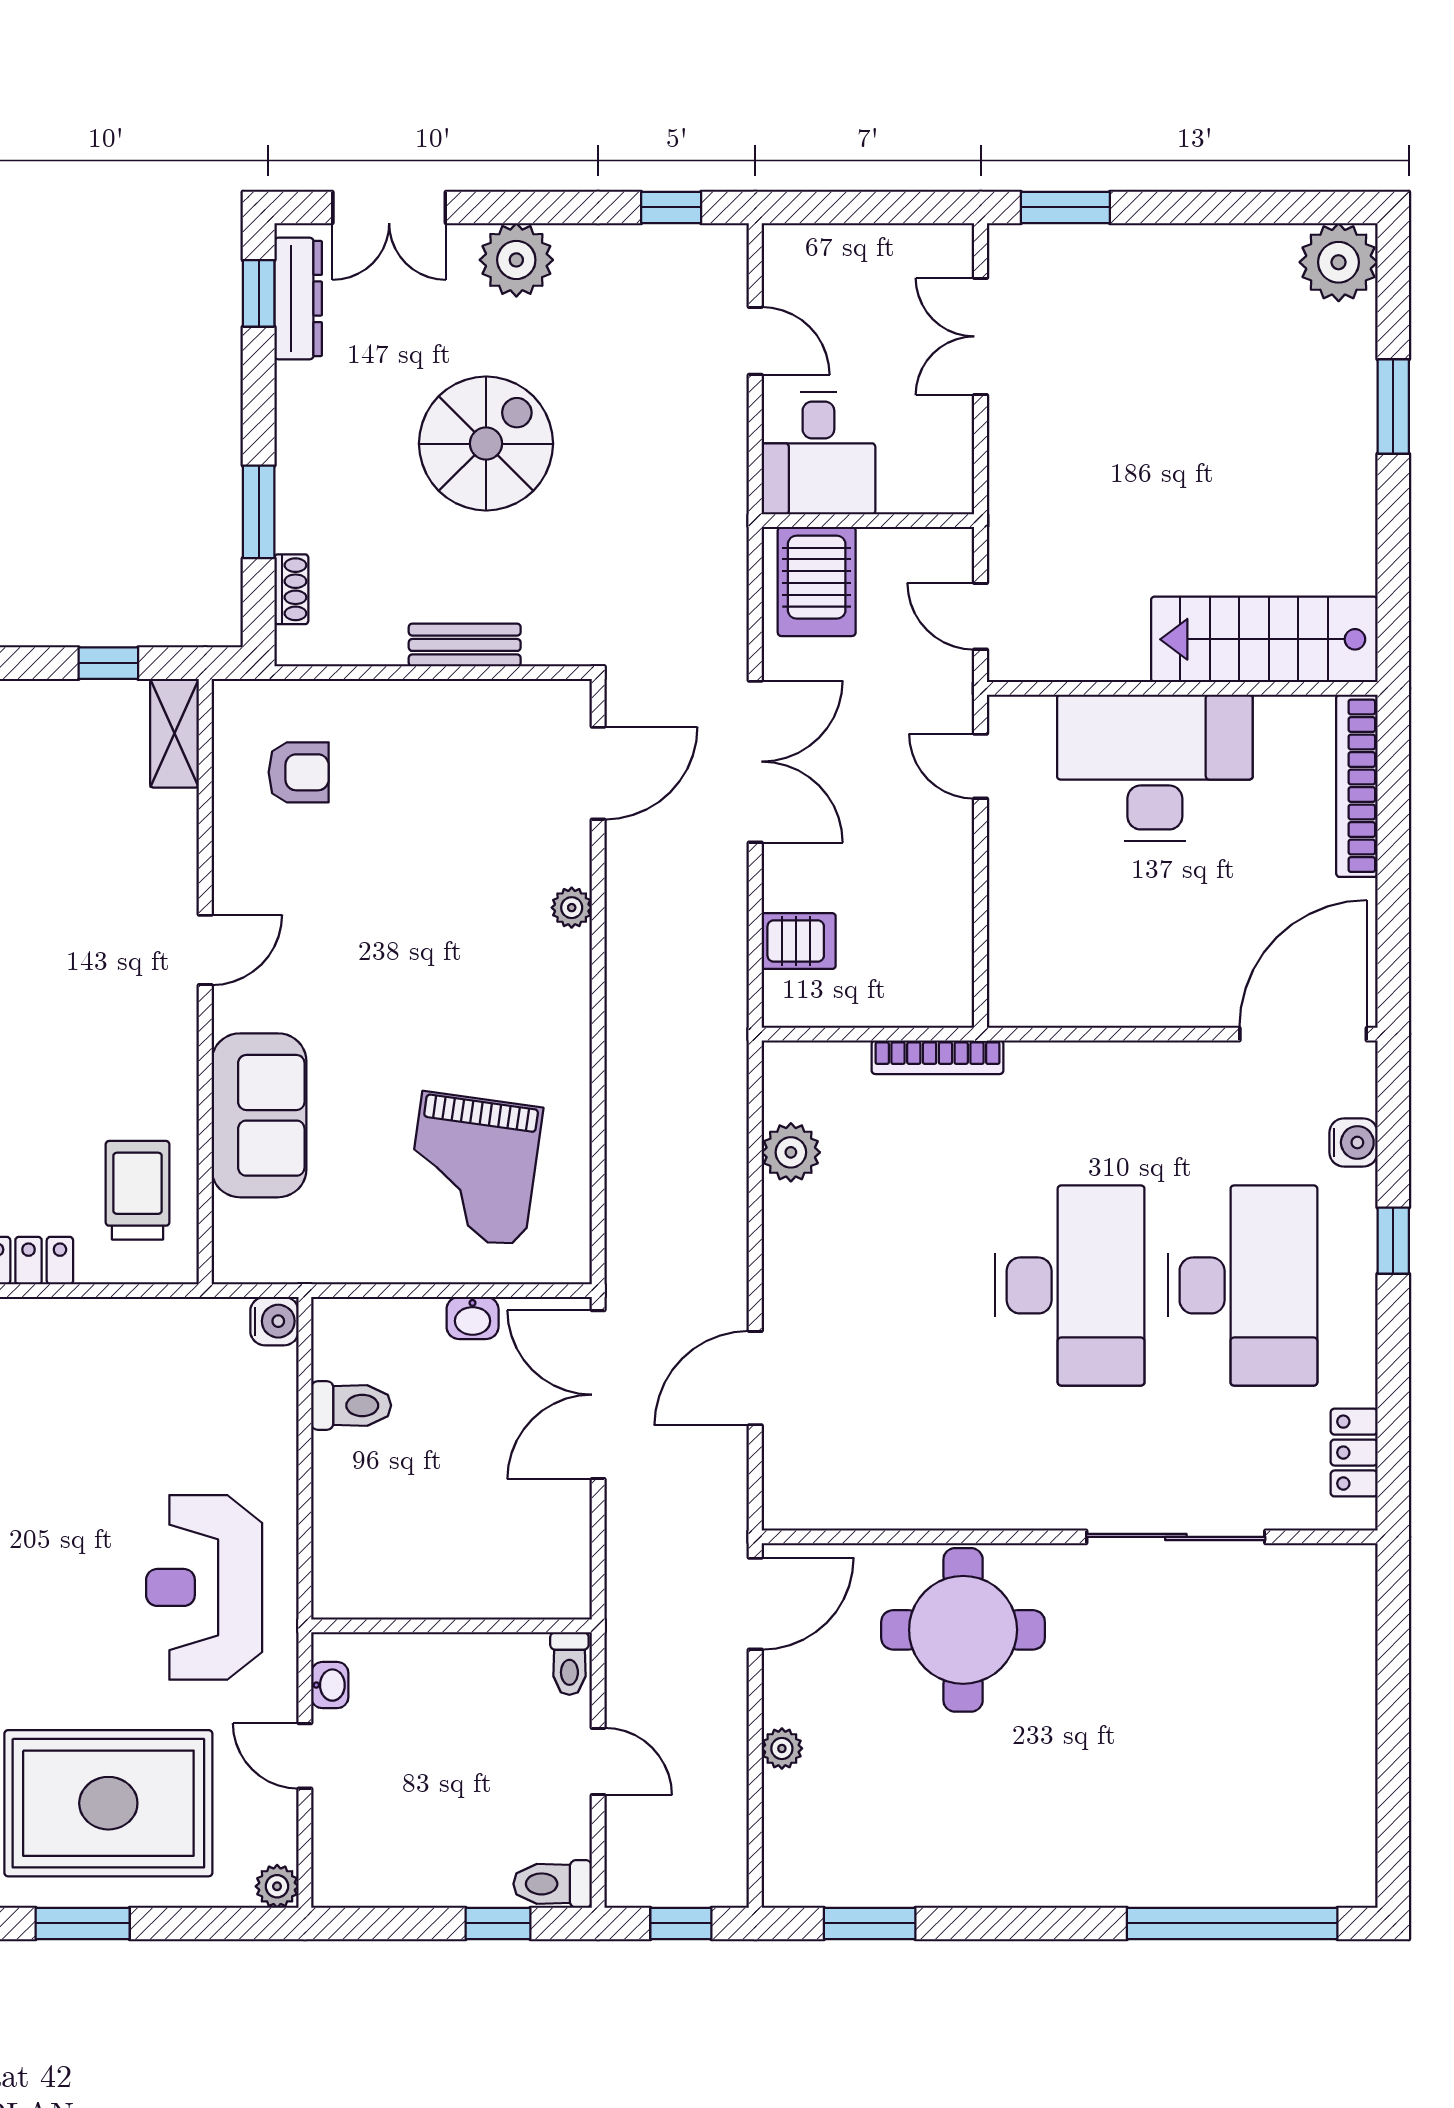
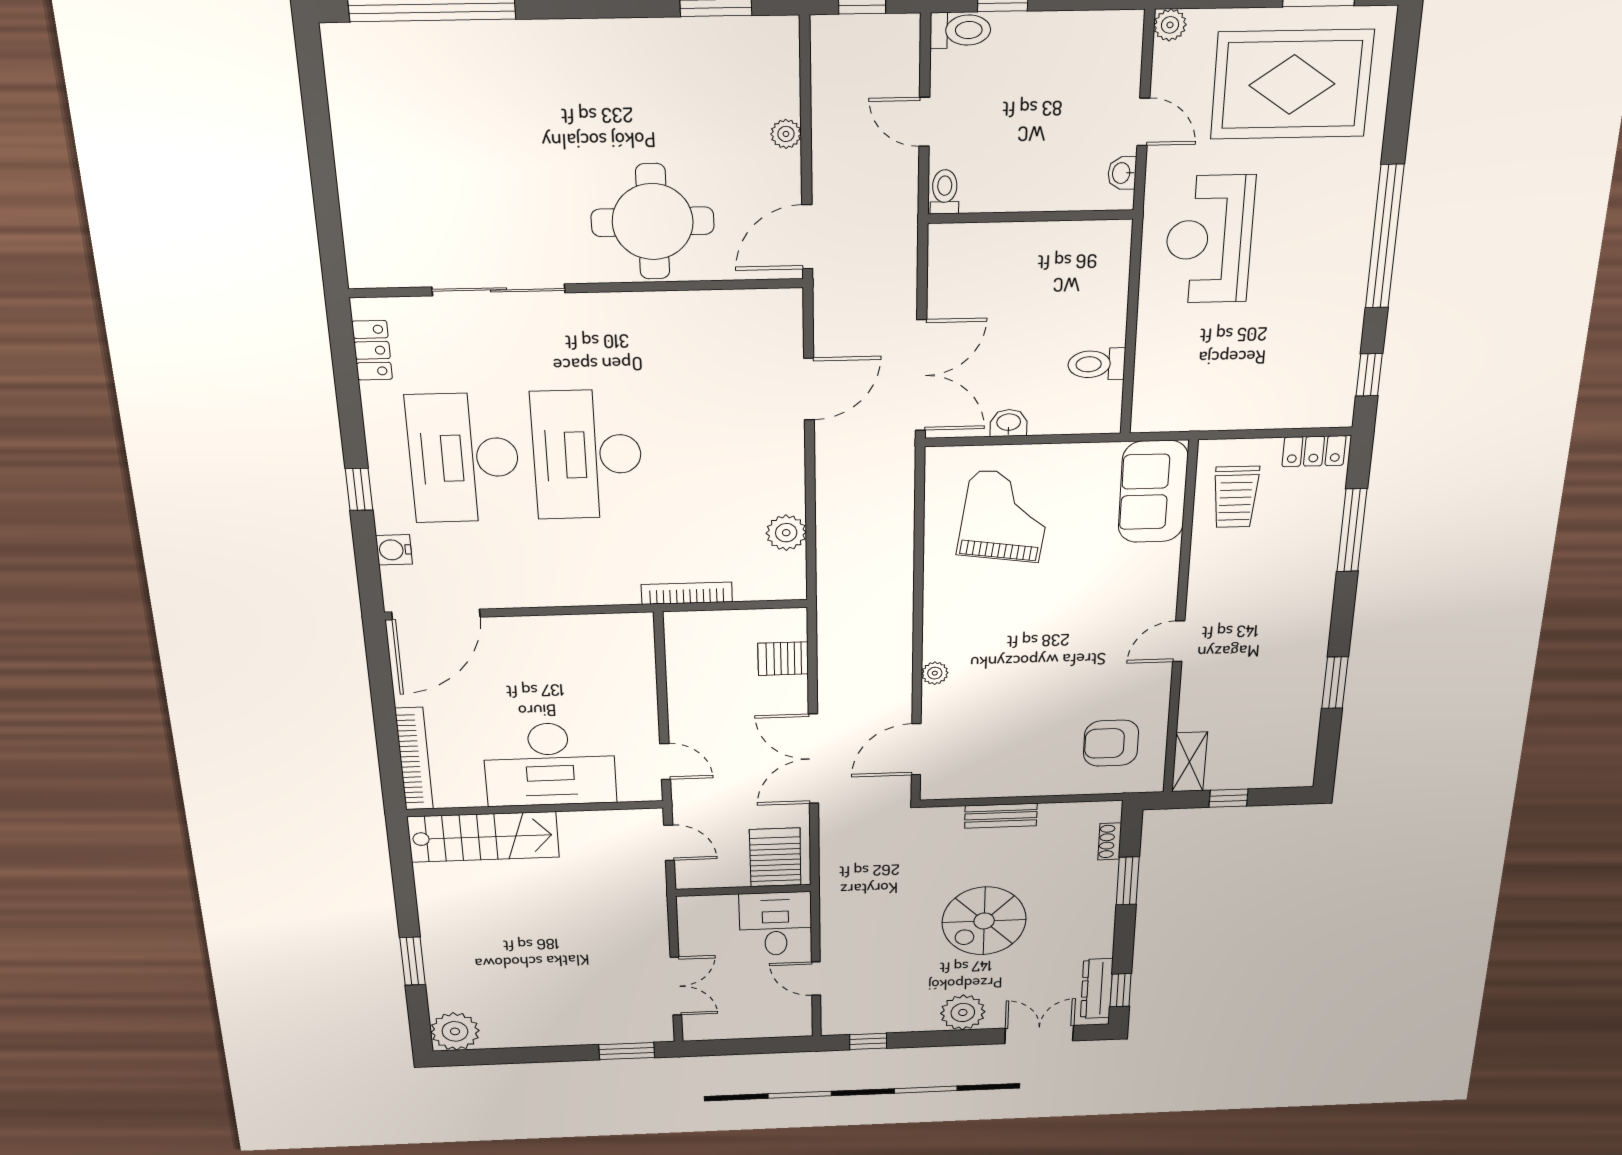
armchair: (299, 772) -> (1111, 743), width x1.38, depth x1.38
sofa: (259, 1115) -> (1153, 492), moved
water cooler: (274, 1321) -> (1147, 417), removed
reception desk: (204, 1587) -> (1209, 239), turned 180

